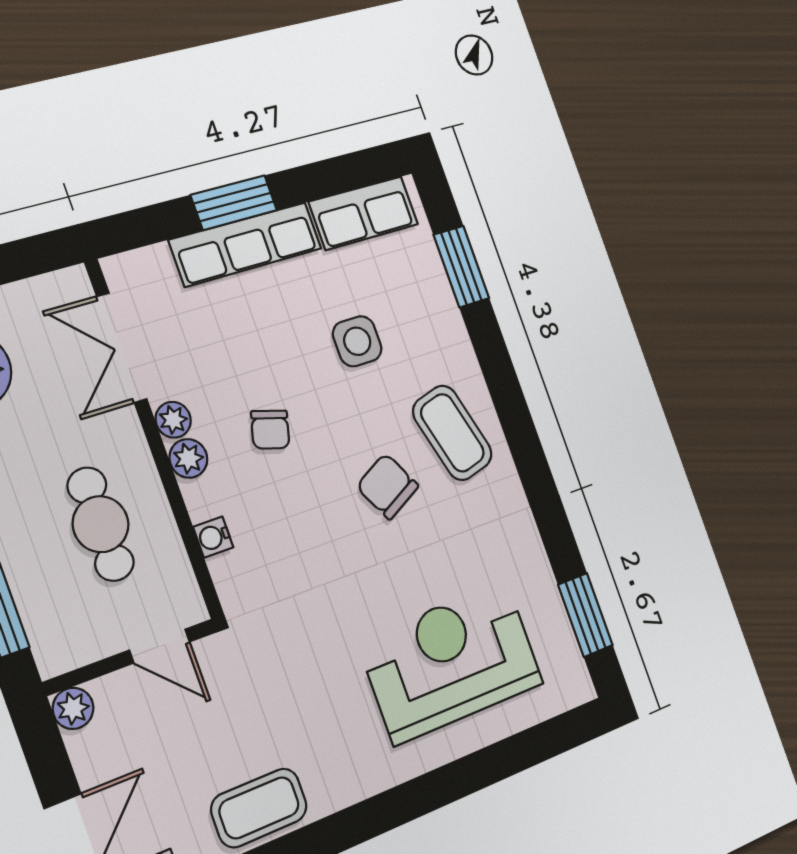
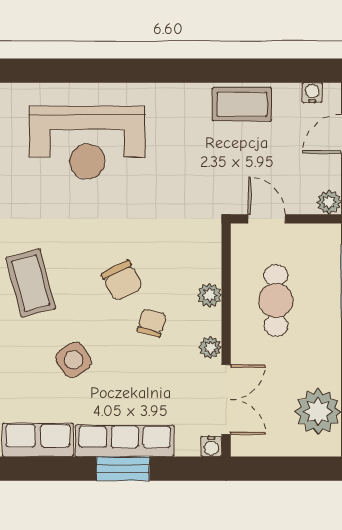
side table: (357, 341) -> (74, 360), turned -33
plant: (188, 458) -> (209, 295), moved
chair: (387, 486) -> (122, 281), moved
water cooler: (213, 537) -> (211, 446), moved, turned 90

